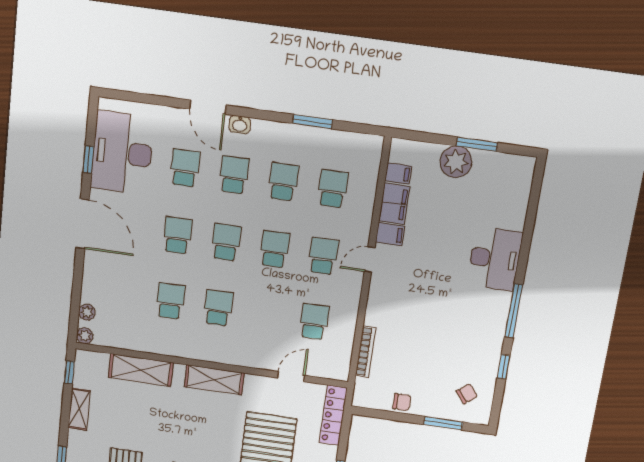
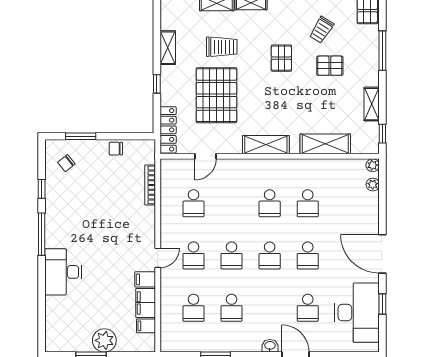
school desk: (234, 175) -> (270, 308), removed

